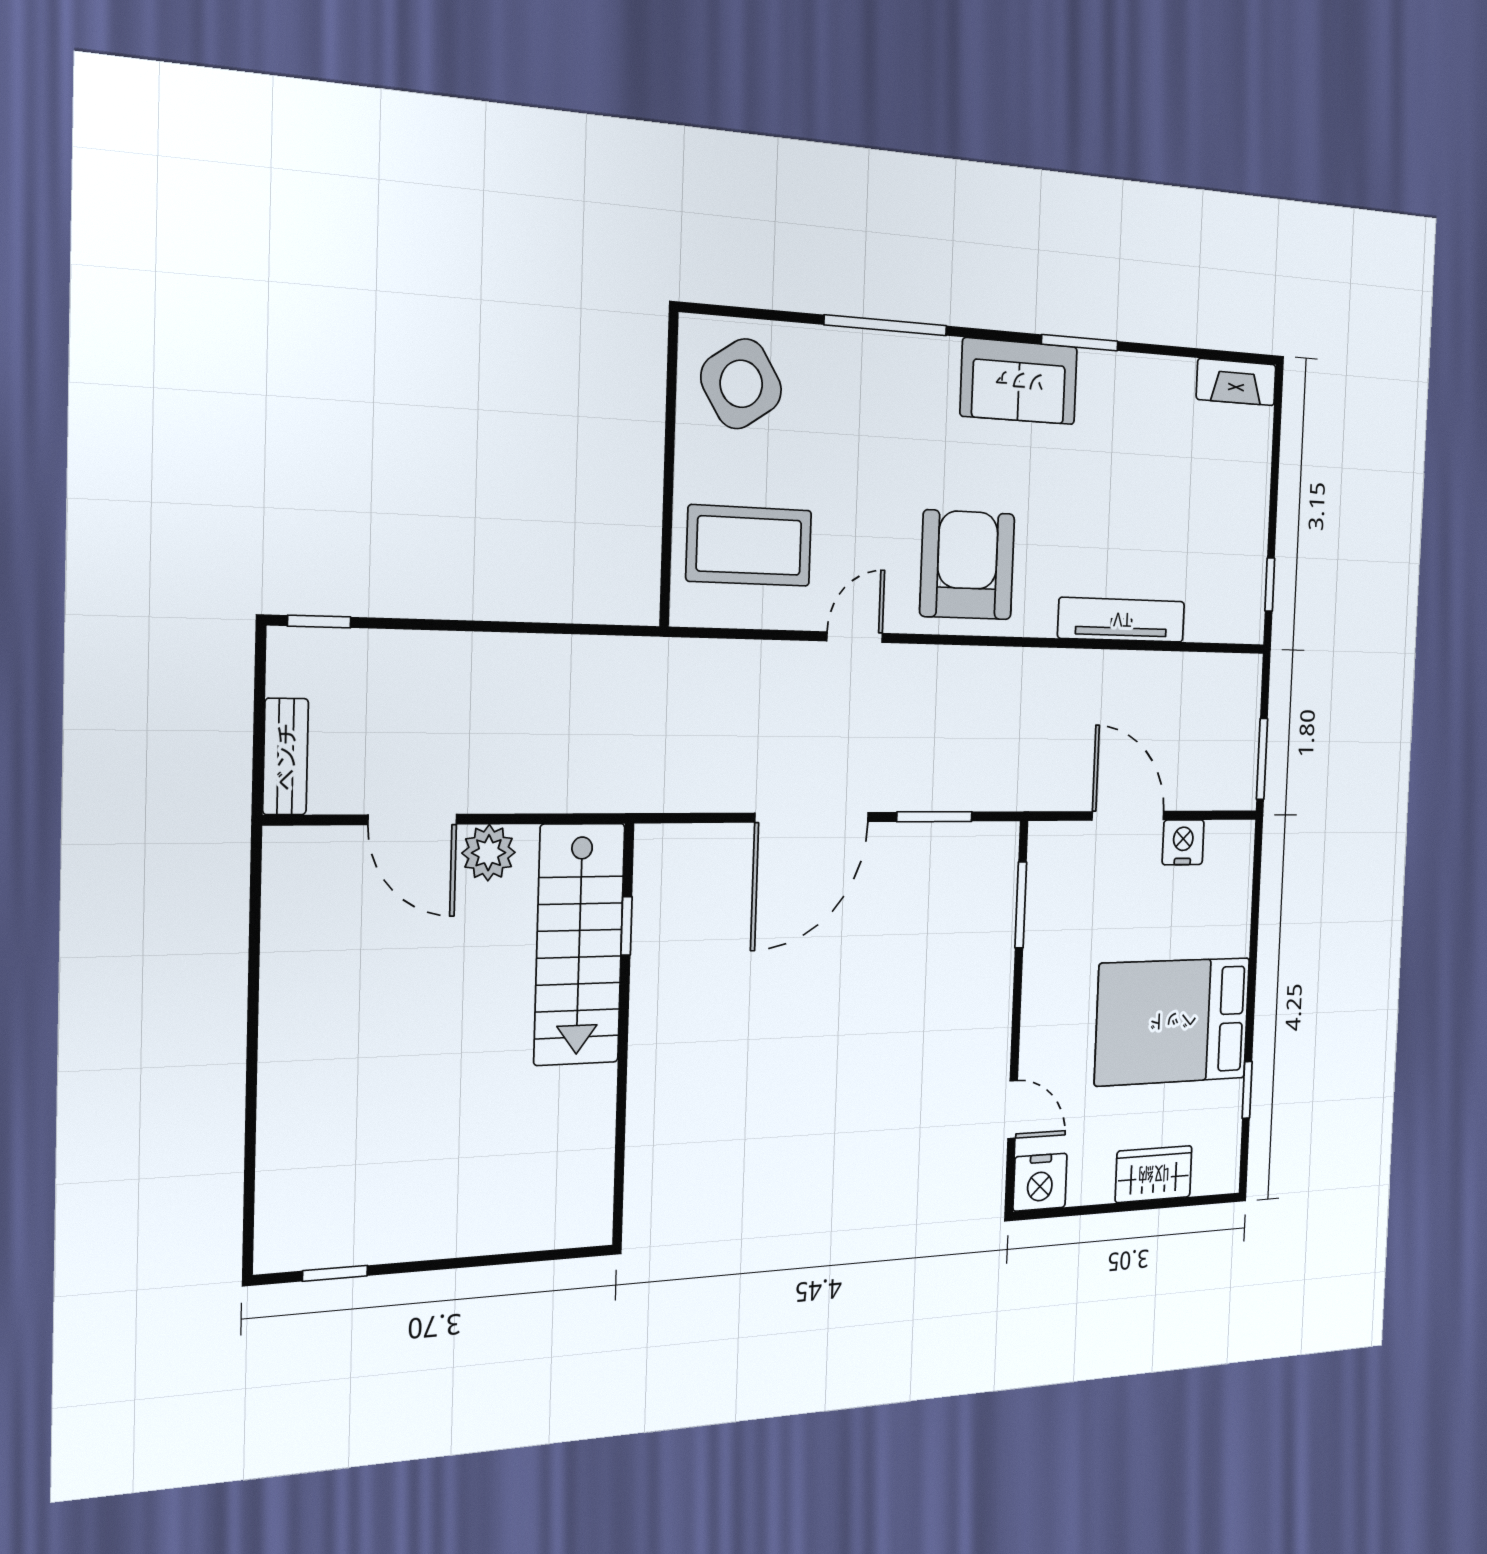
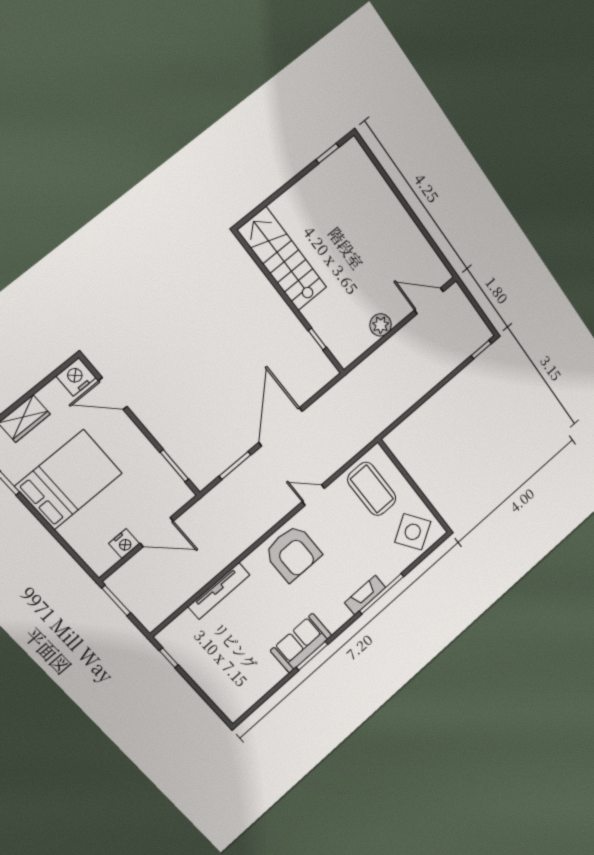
sofa: (1019, 381) -> (301, 643), moved
fireplace: (1236, 382) -> (365, 595), moved
coffee table: (749, 546) -> (372, 489), turned 90
door: (855, 637) -> (313, 495), swing flipped
bench: (286, 757) -> (462, 303), removed
door: (413, 819) -> (429, 301), moved
stairs: (579, 944) -> (282, 259), moved
door: (1013, 1110) -> (113, 394), width x1.38

